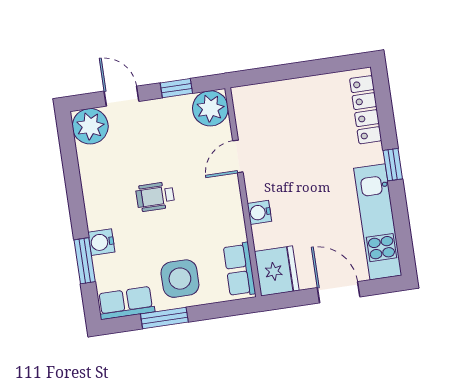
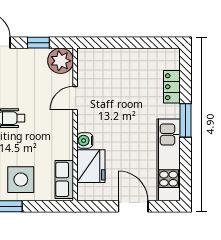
locker: (366, 110) -> (172, 87), width x0.66
window: (393, 165) -> (185, 120), width x1.50
fridge: (277, 271) -> (91, 166), moved

